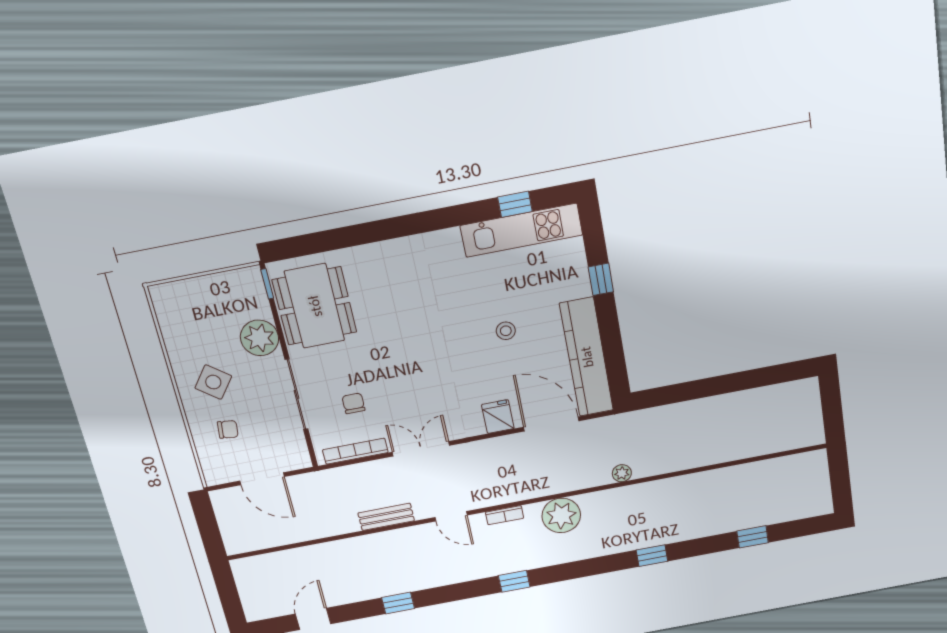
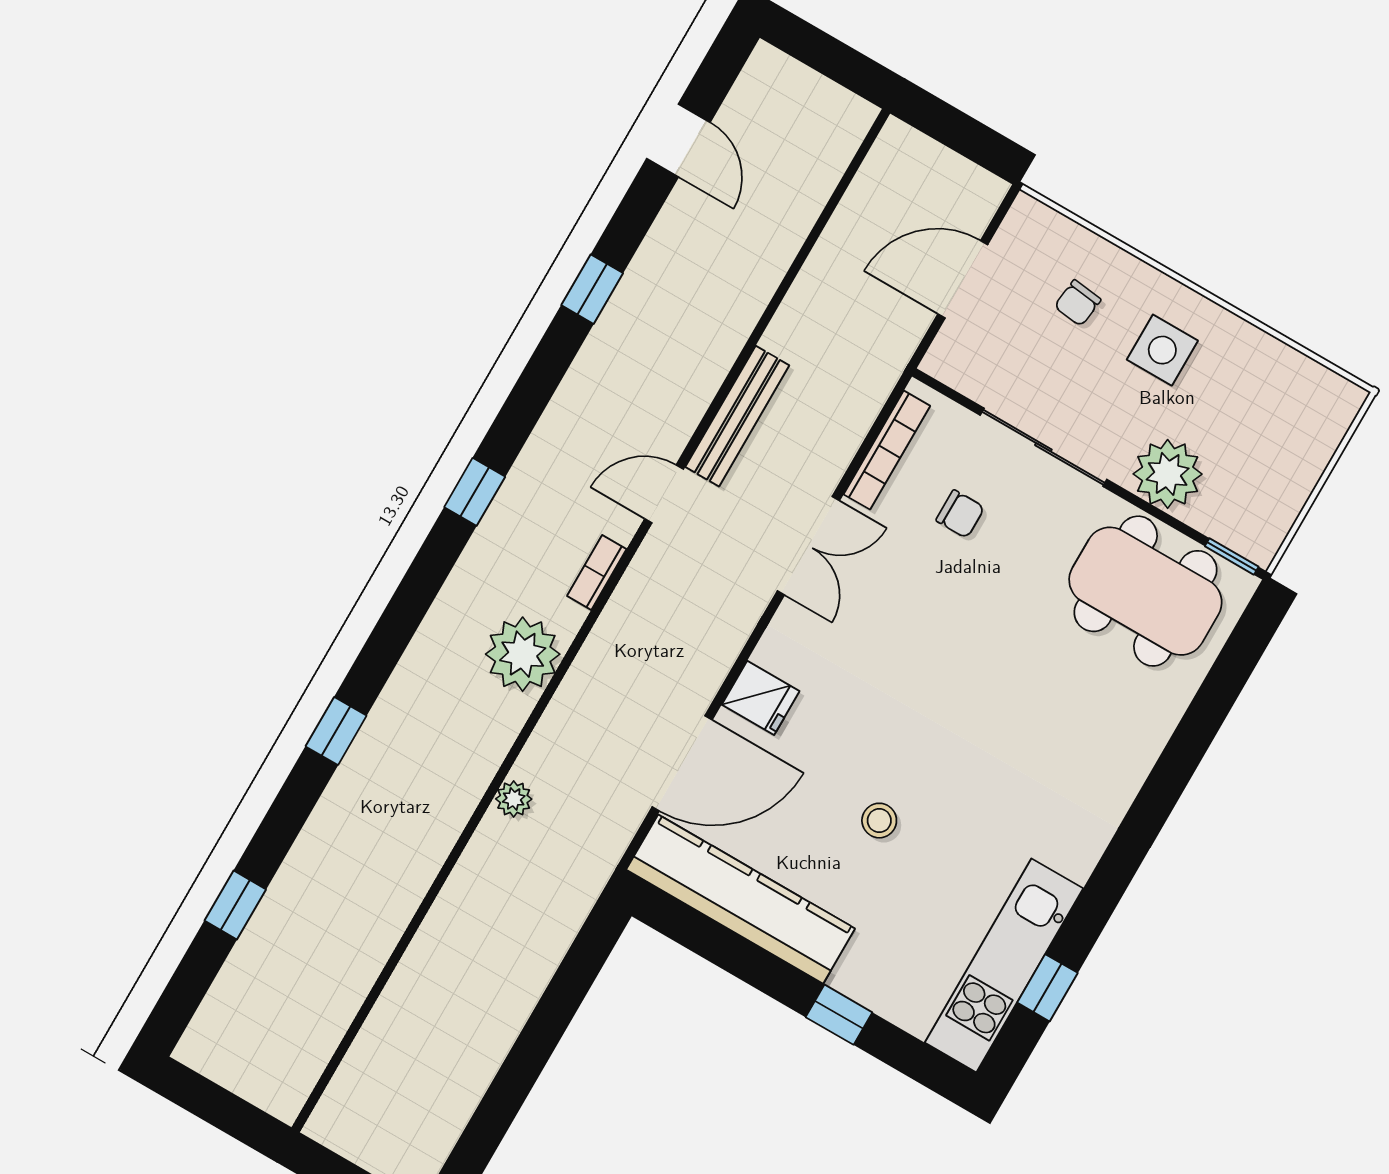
side table: (213, 382) -> (1162, 350), turned -37
bench: (386, 517) -> (737, 416), width x1.36

